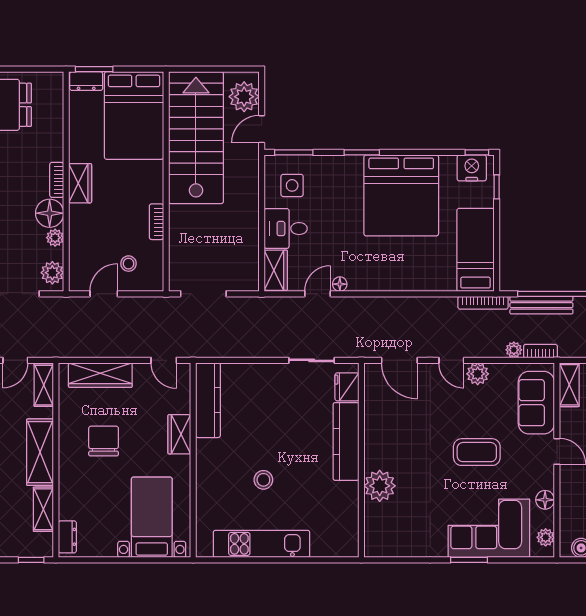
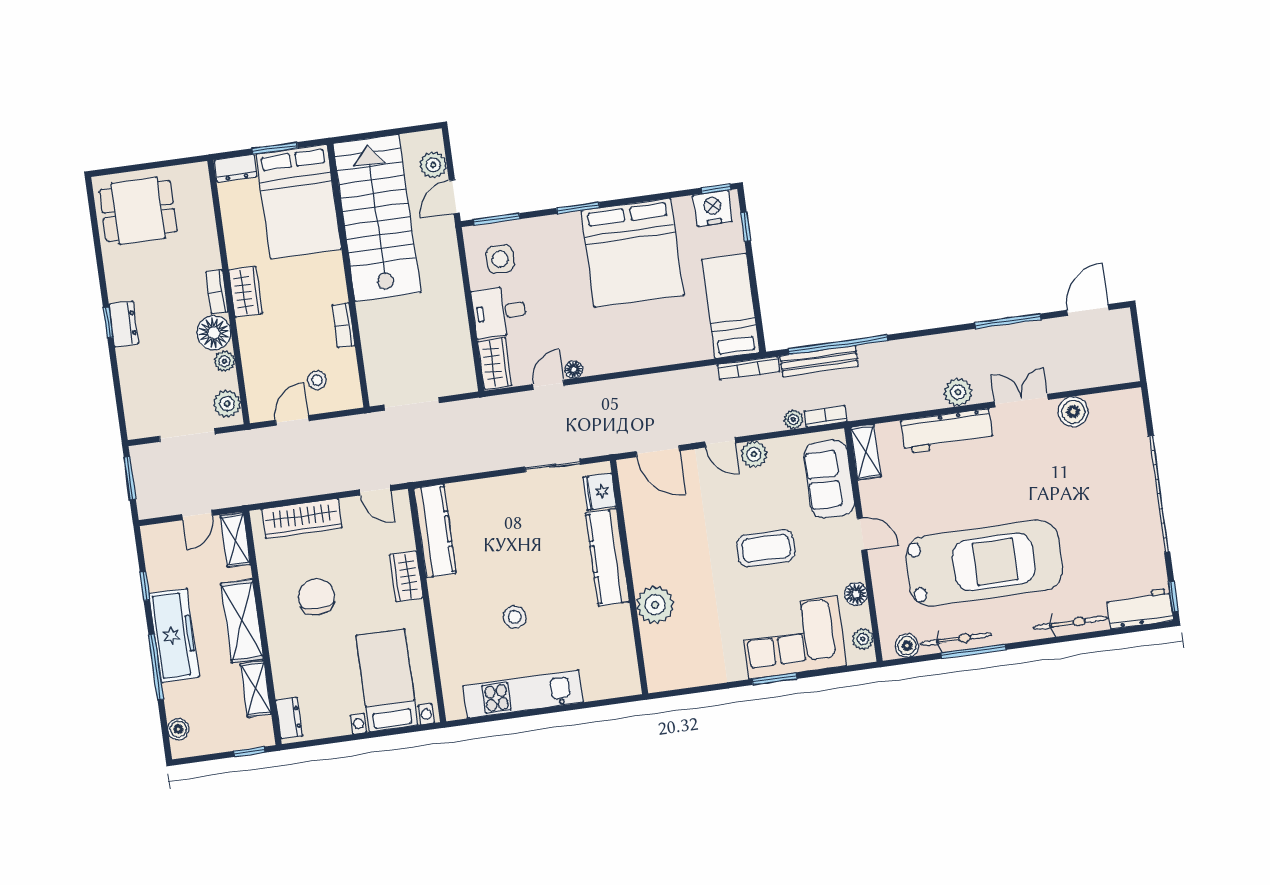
window: (94, 69) -> (275, 148), moved
plant: (244, 97) -> (433, 165), width x0.73, depth x0.73

